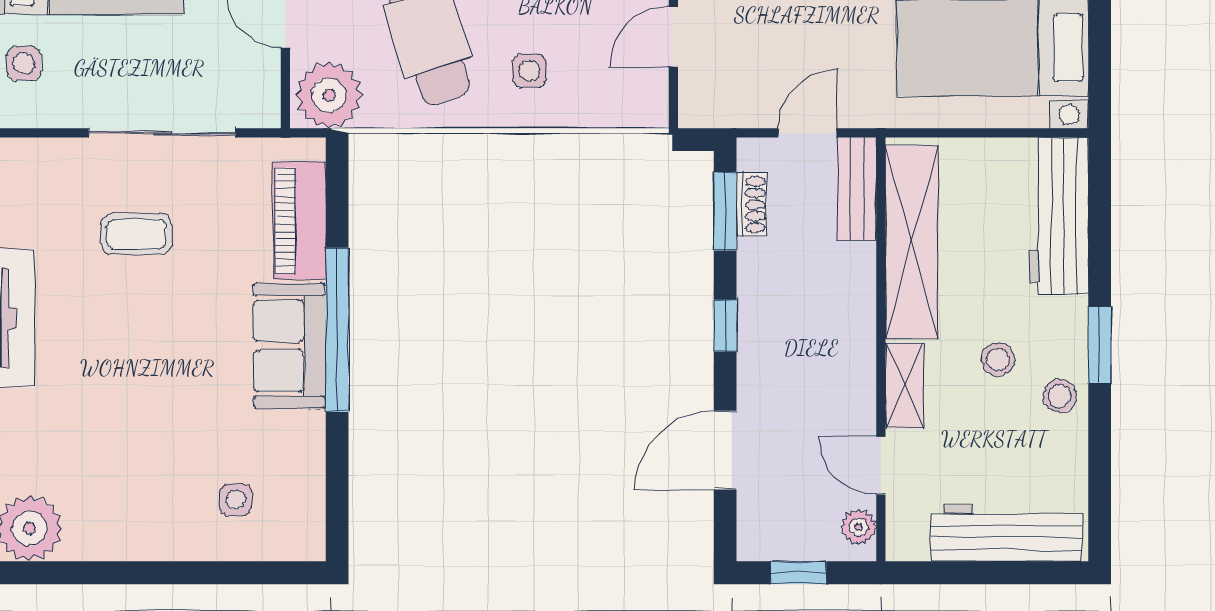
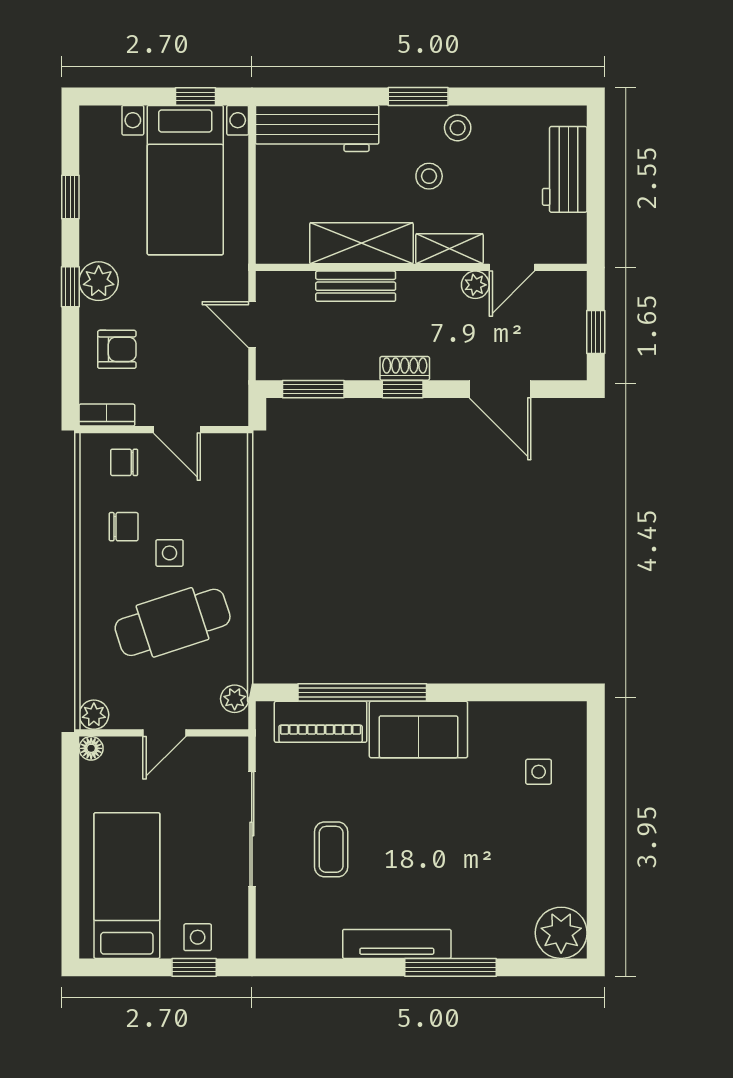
window: (1100, 61) -> (196, 96), added
side table: (530, 71) -> (170, 553), moved
plant: (329, 95) -> (235, 699), width x0.53, depth x0.53
bench: (857, 188) -> (356, 286), moved
shoe rack: (752, 205) -> (405, 368), moved
shelving: (912, 242) -> (361, 243), width x0.68
window: (337, 330) -> (362, 692), moved
plant: (859, 527) -> (475, 285), moved
workbench: (1006, 533) -> (565, 169), width x0.73

